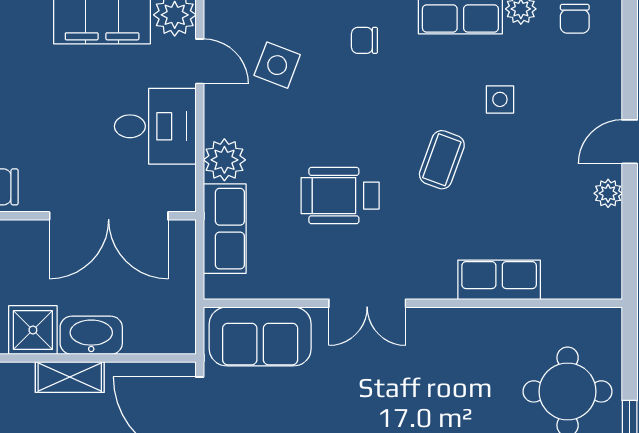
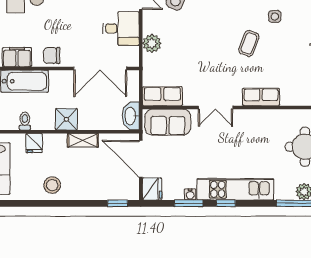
wheelchair: (340, 196) -> (203, 59), removed
row of seats: (225, 229) -> (162, 96), moved, turned -90
row of seats: (499, 280) -> (261, 97), moved
washbasin: (91, 335) -> (131, 116), moved, turned -90

